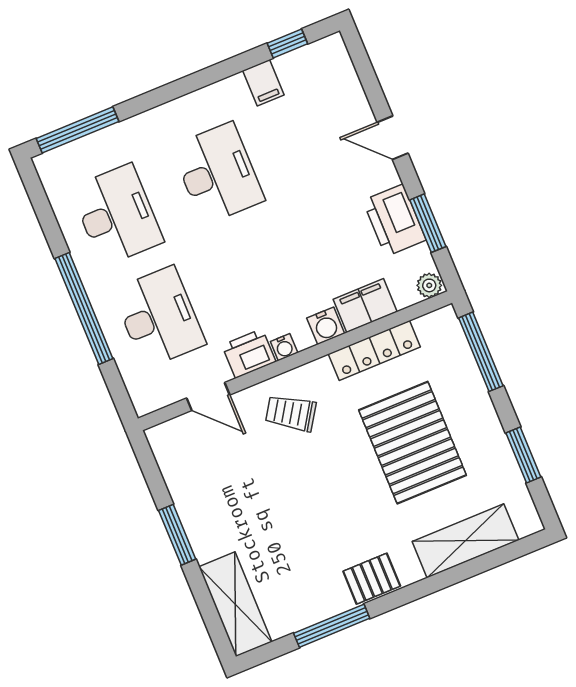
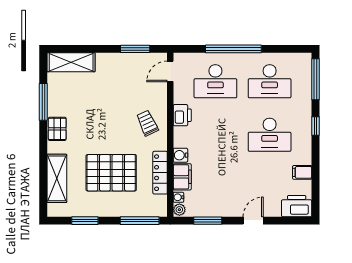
window: (287, 43) -> (316, 126), moved
printer: (394, 220) -> (297, 206), moved
water cooler: (284, 347) -> (178, 197), moved
door: (208, 396) -> (170, 71), moved
trolley: (291, 413) -> (147, 123), turned -58
window: (177, 535) -> (135, 49), moved

